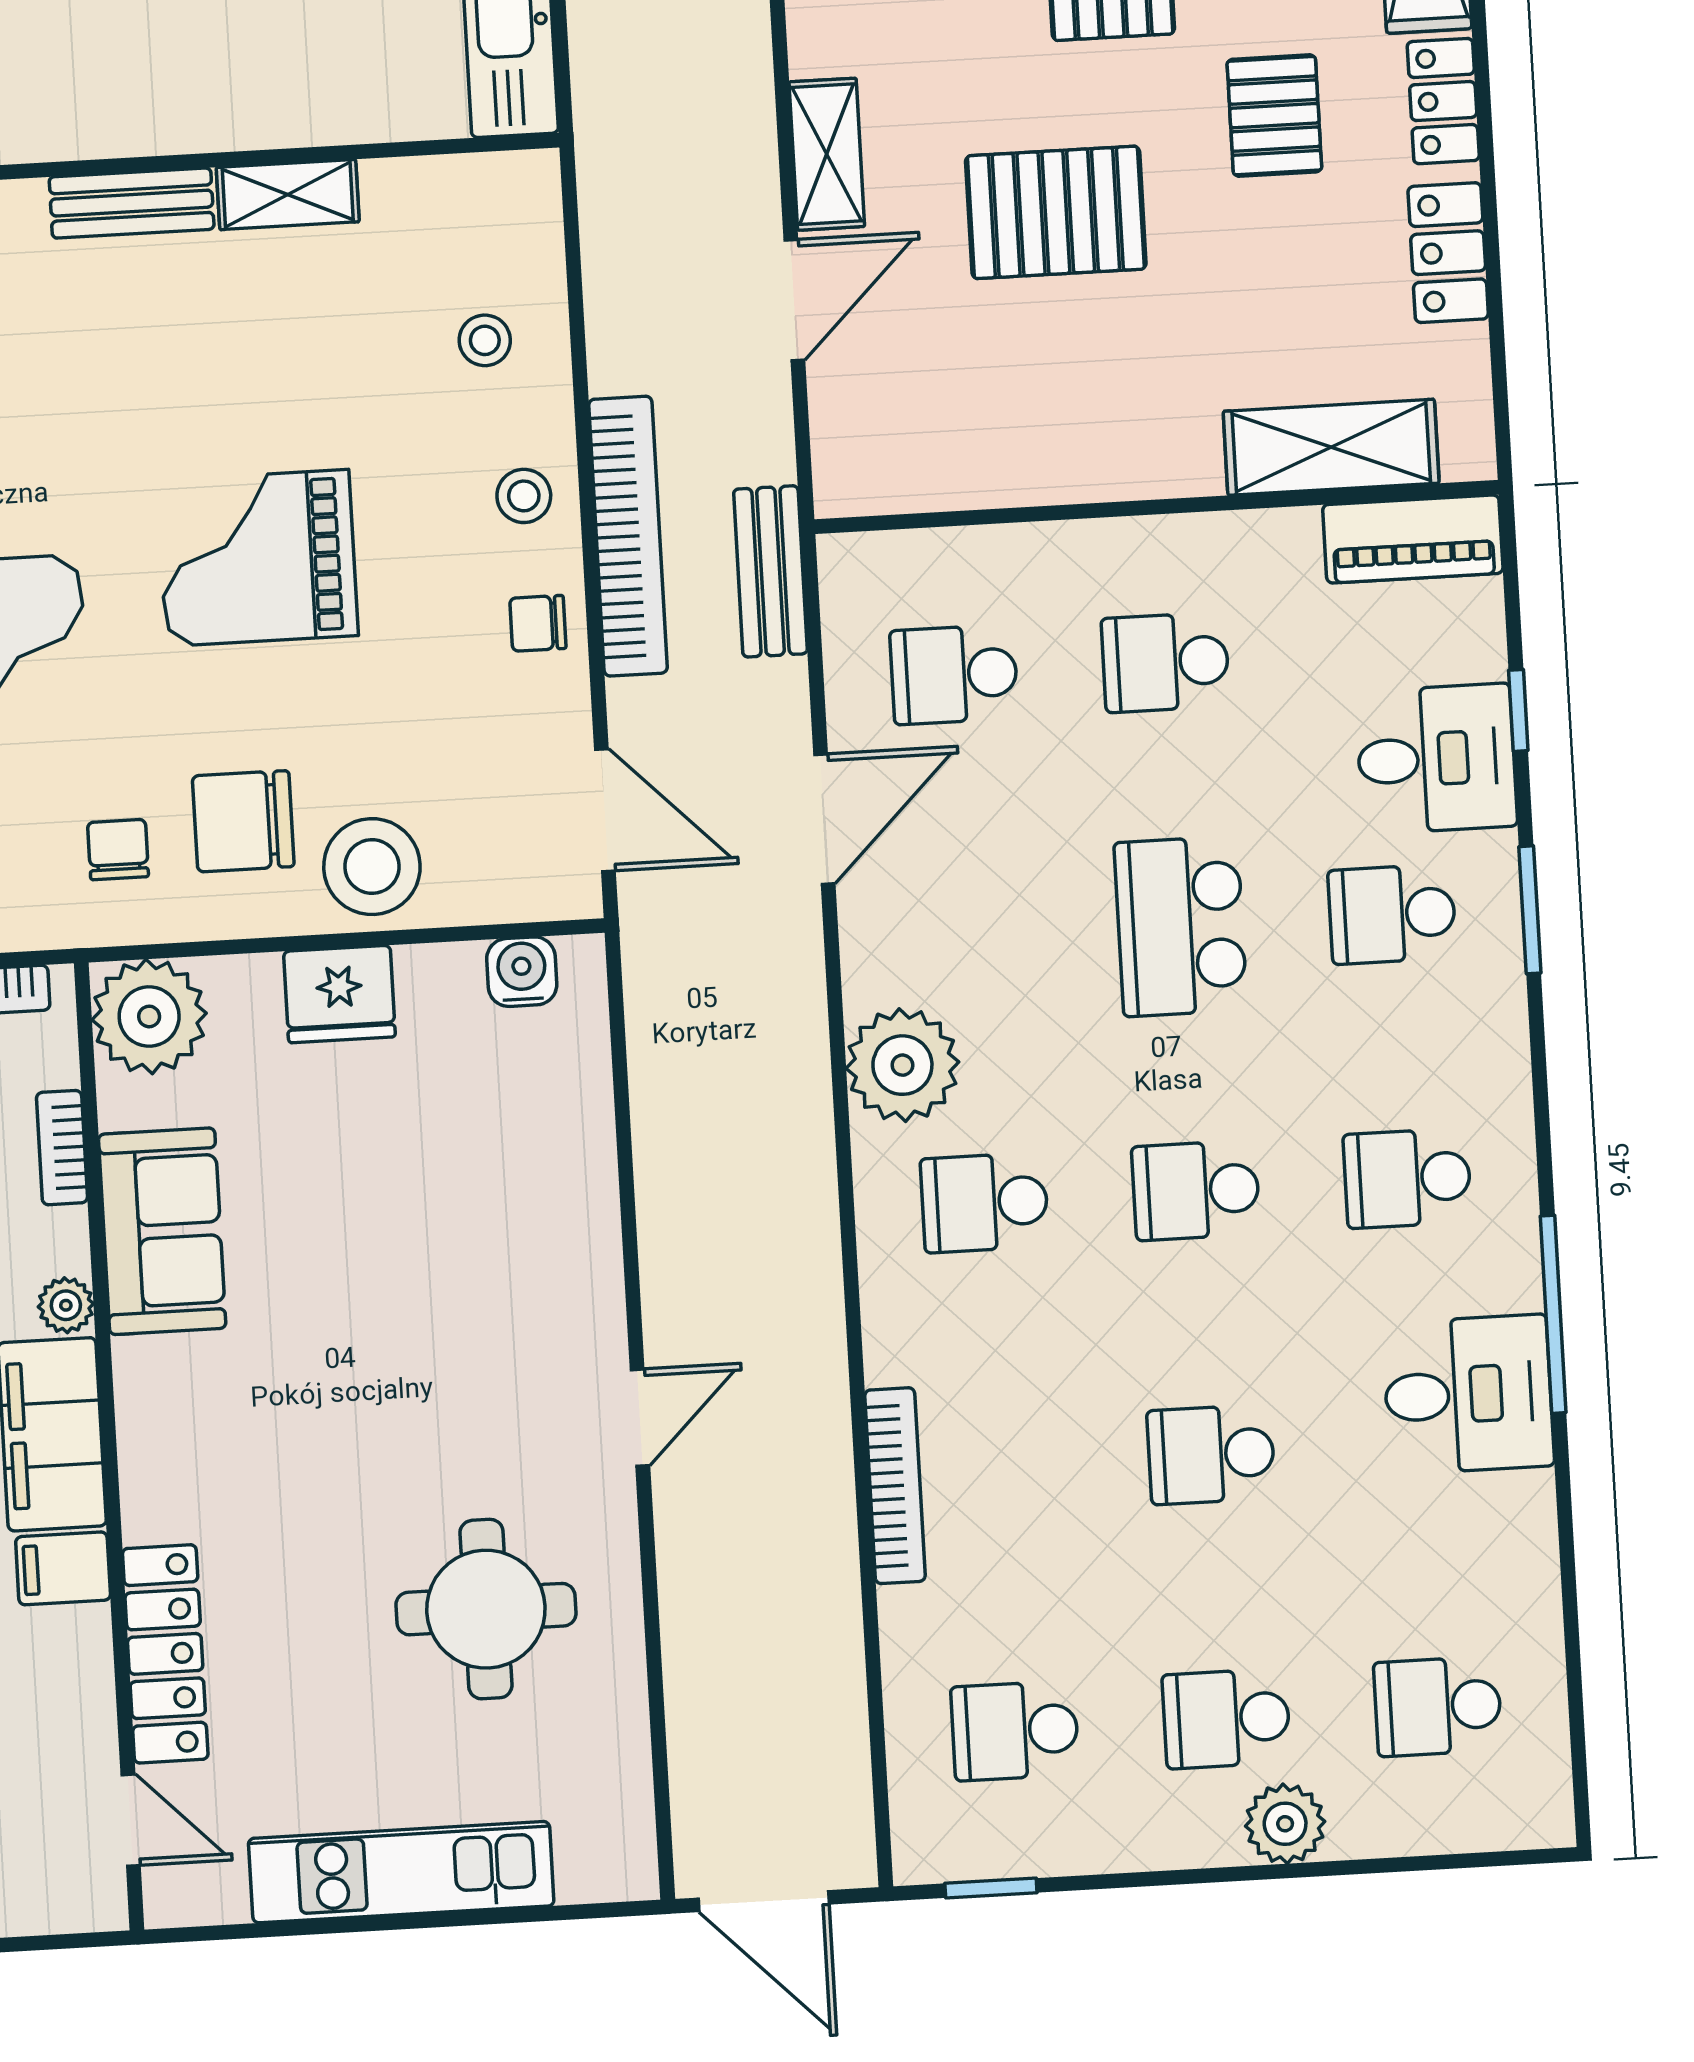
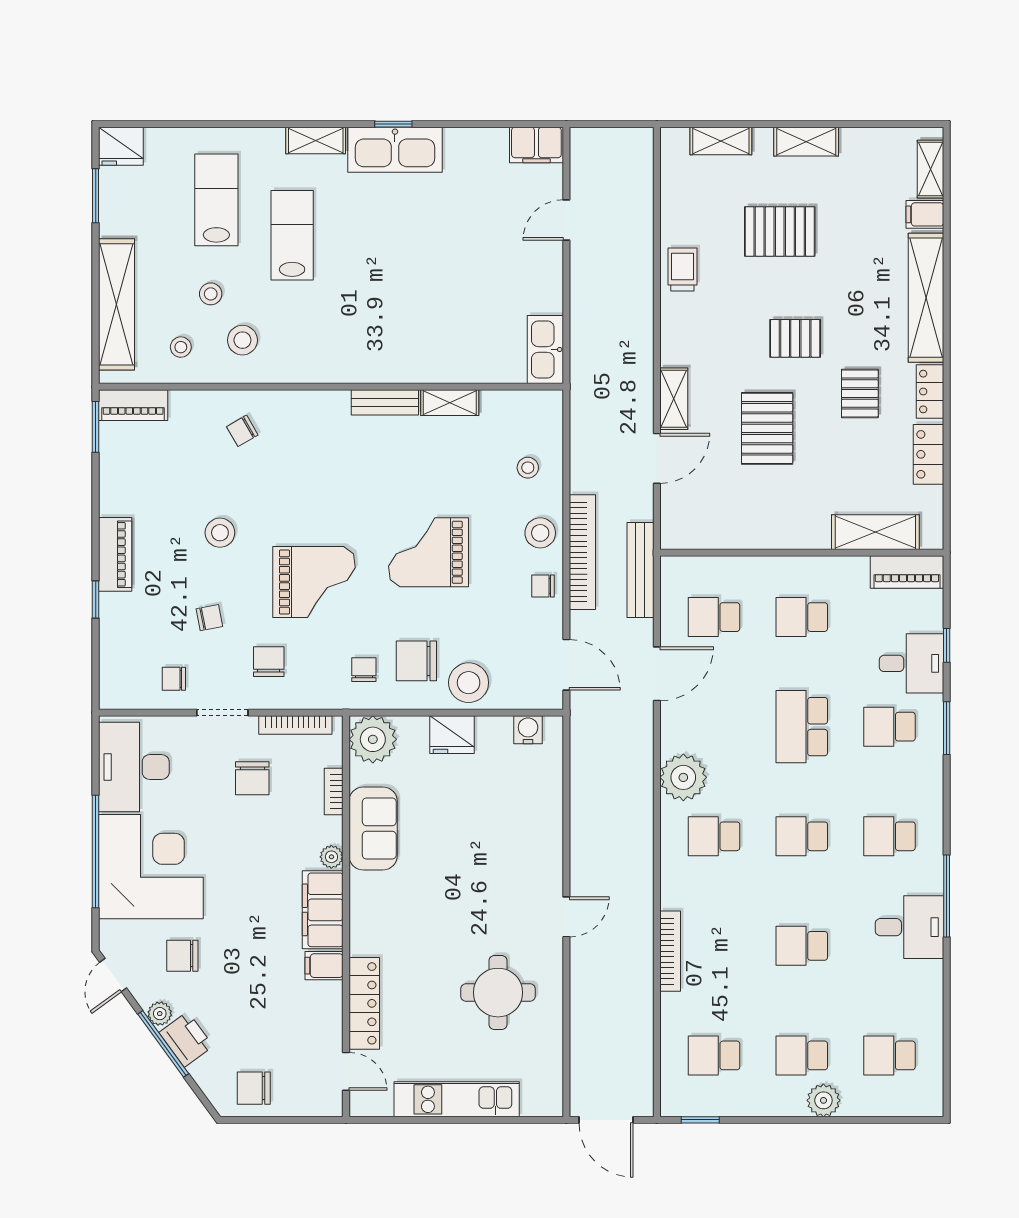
pallet: (1056, 212) -> (767, 428), turned 90
stool: (524, 496) -> (540, 533), width x1.37, depth x1.37
bench: (770, 571) -> (640, 570), width x1.36

